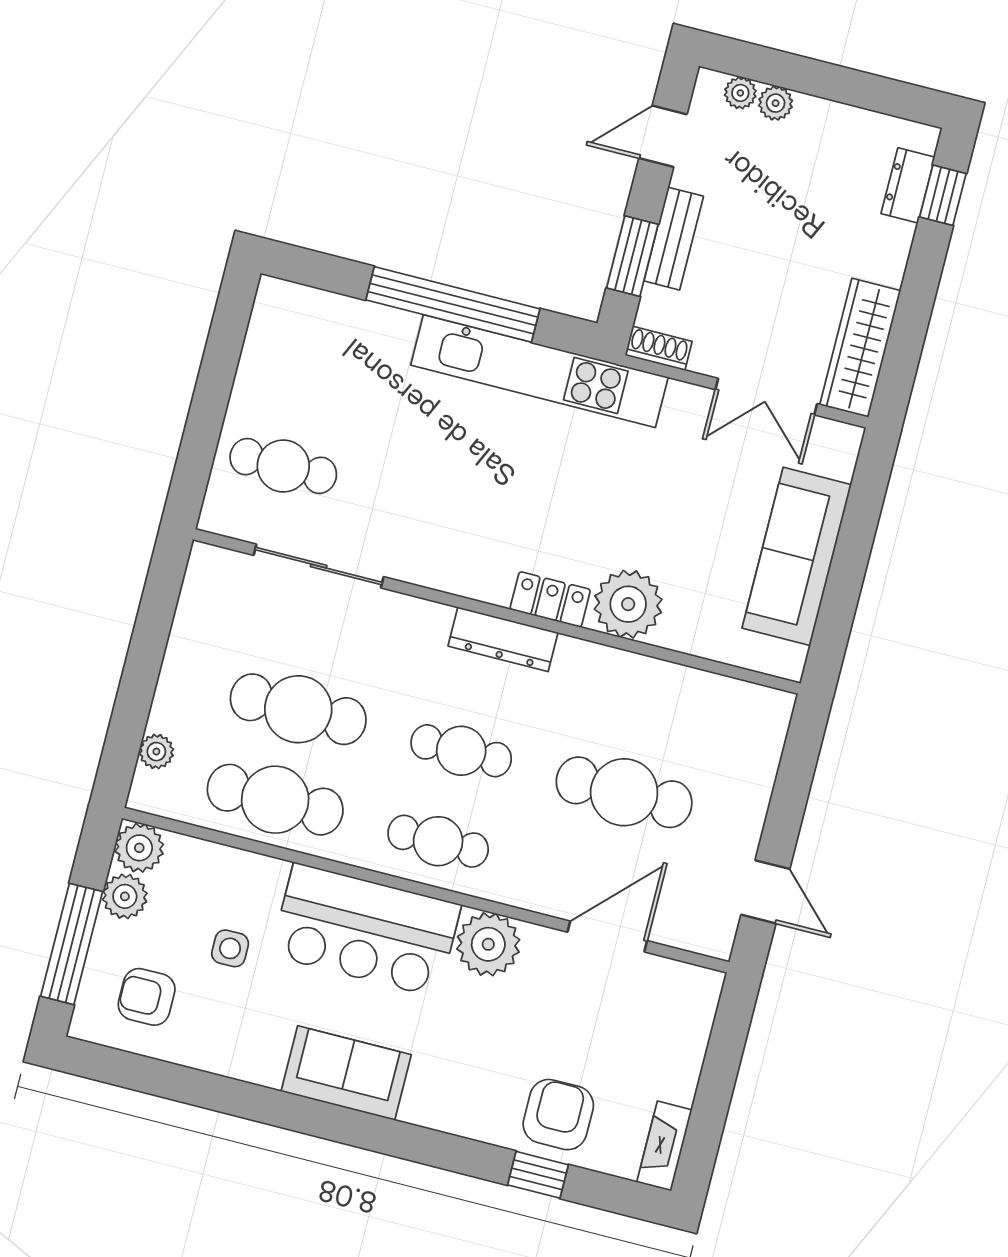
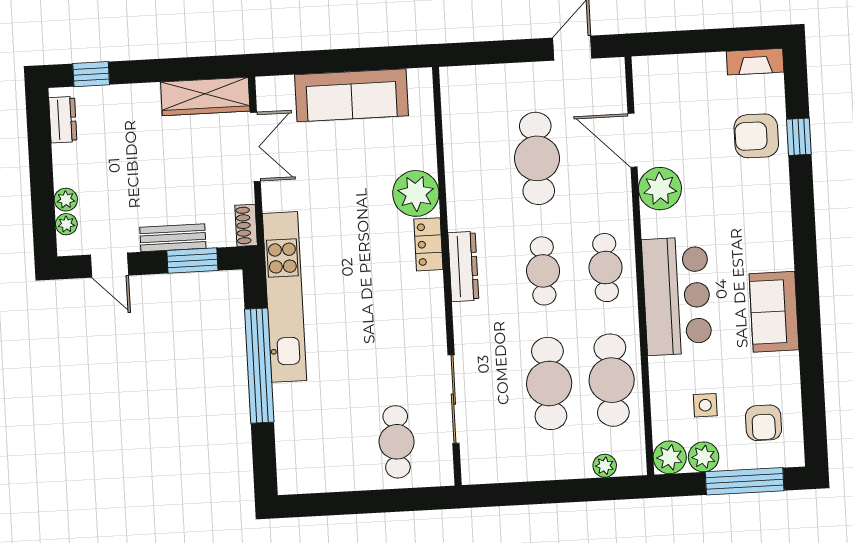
dresser: (908, 185) -> (63, 120), moved, turned -90
plant: (488, 944) -> (660, 189), moved
side table: (230, 948) -> (705, 405), moved
sofa: (346, 1073) -> (774, 312), moved

